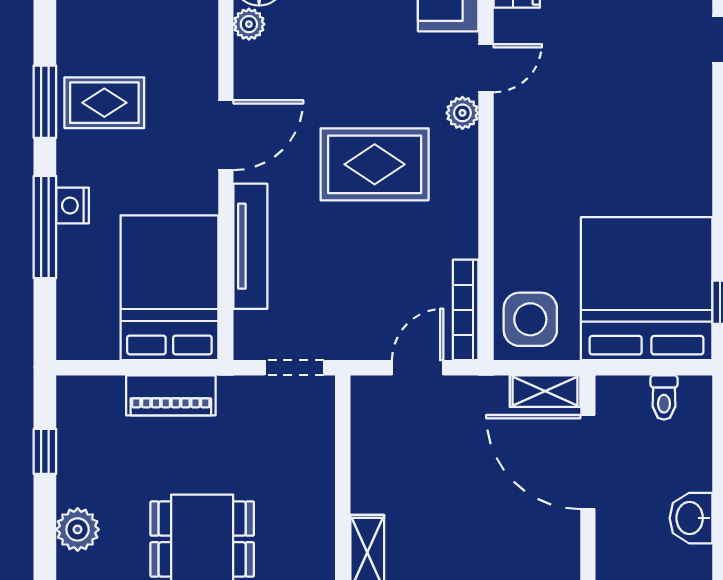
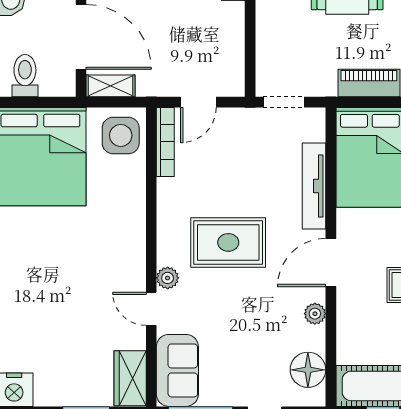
plant: (249, 24) -> (315, 314), moved
door: (486, 68) -> (151, 309), hinge flipped
toilet: (664, 397) -> (25, 76), width x1.37, depth x1.39

